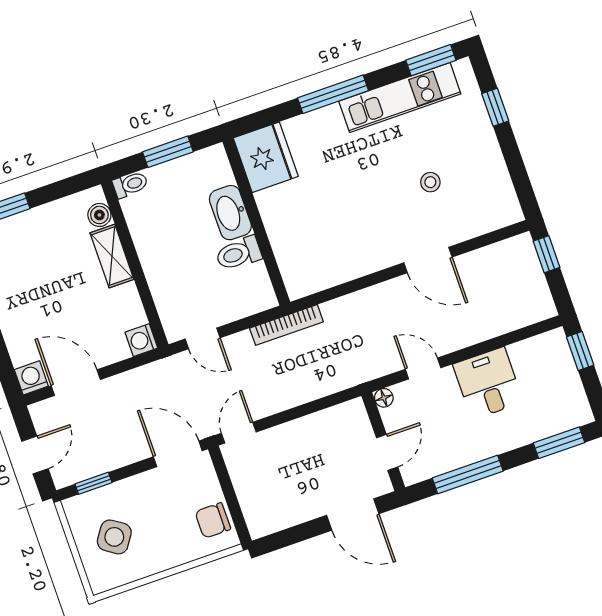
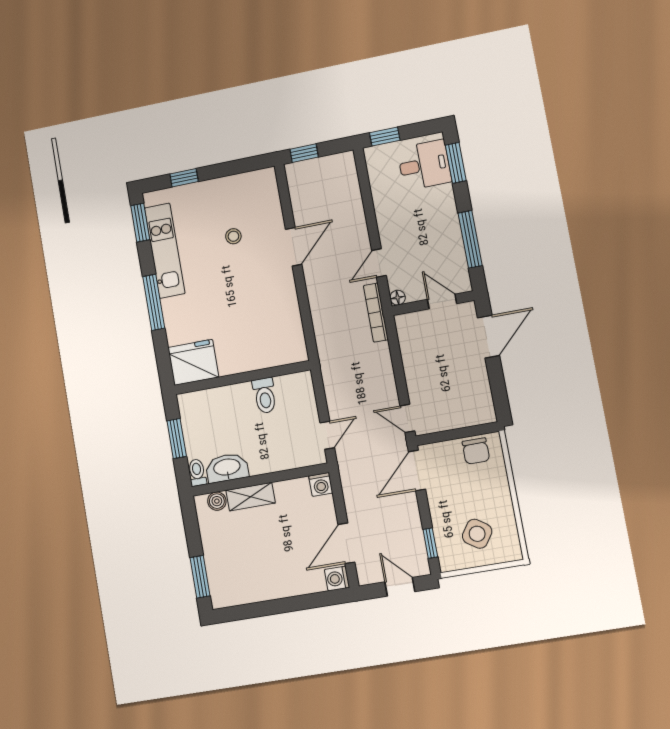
washbasin: (230, 213) -> (227, 468), moved, turned 180
bookcase: (286, 325) -> (376, 313), moved, turned 180
desk: (488, 383) -> (424, 165), moved, turned 180

